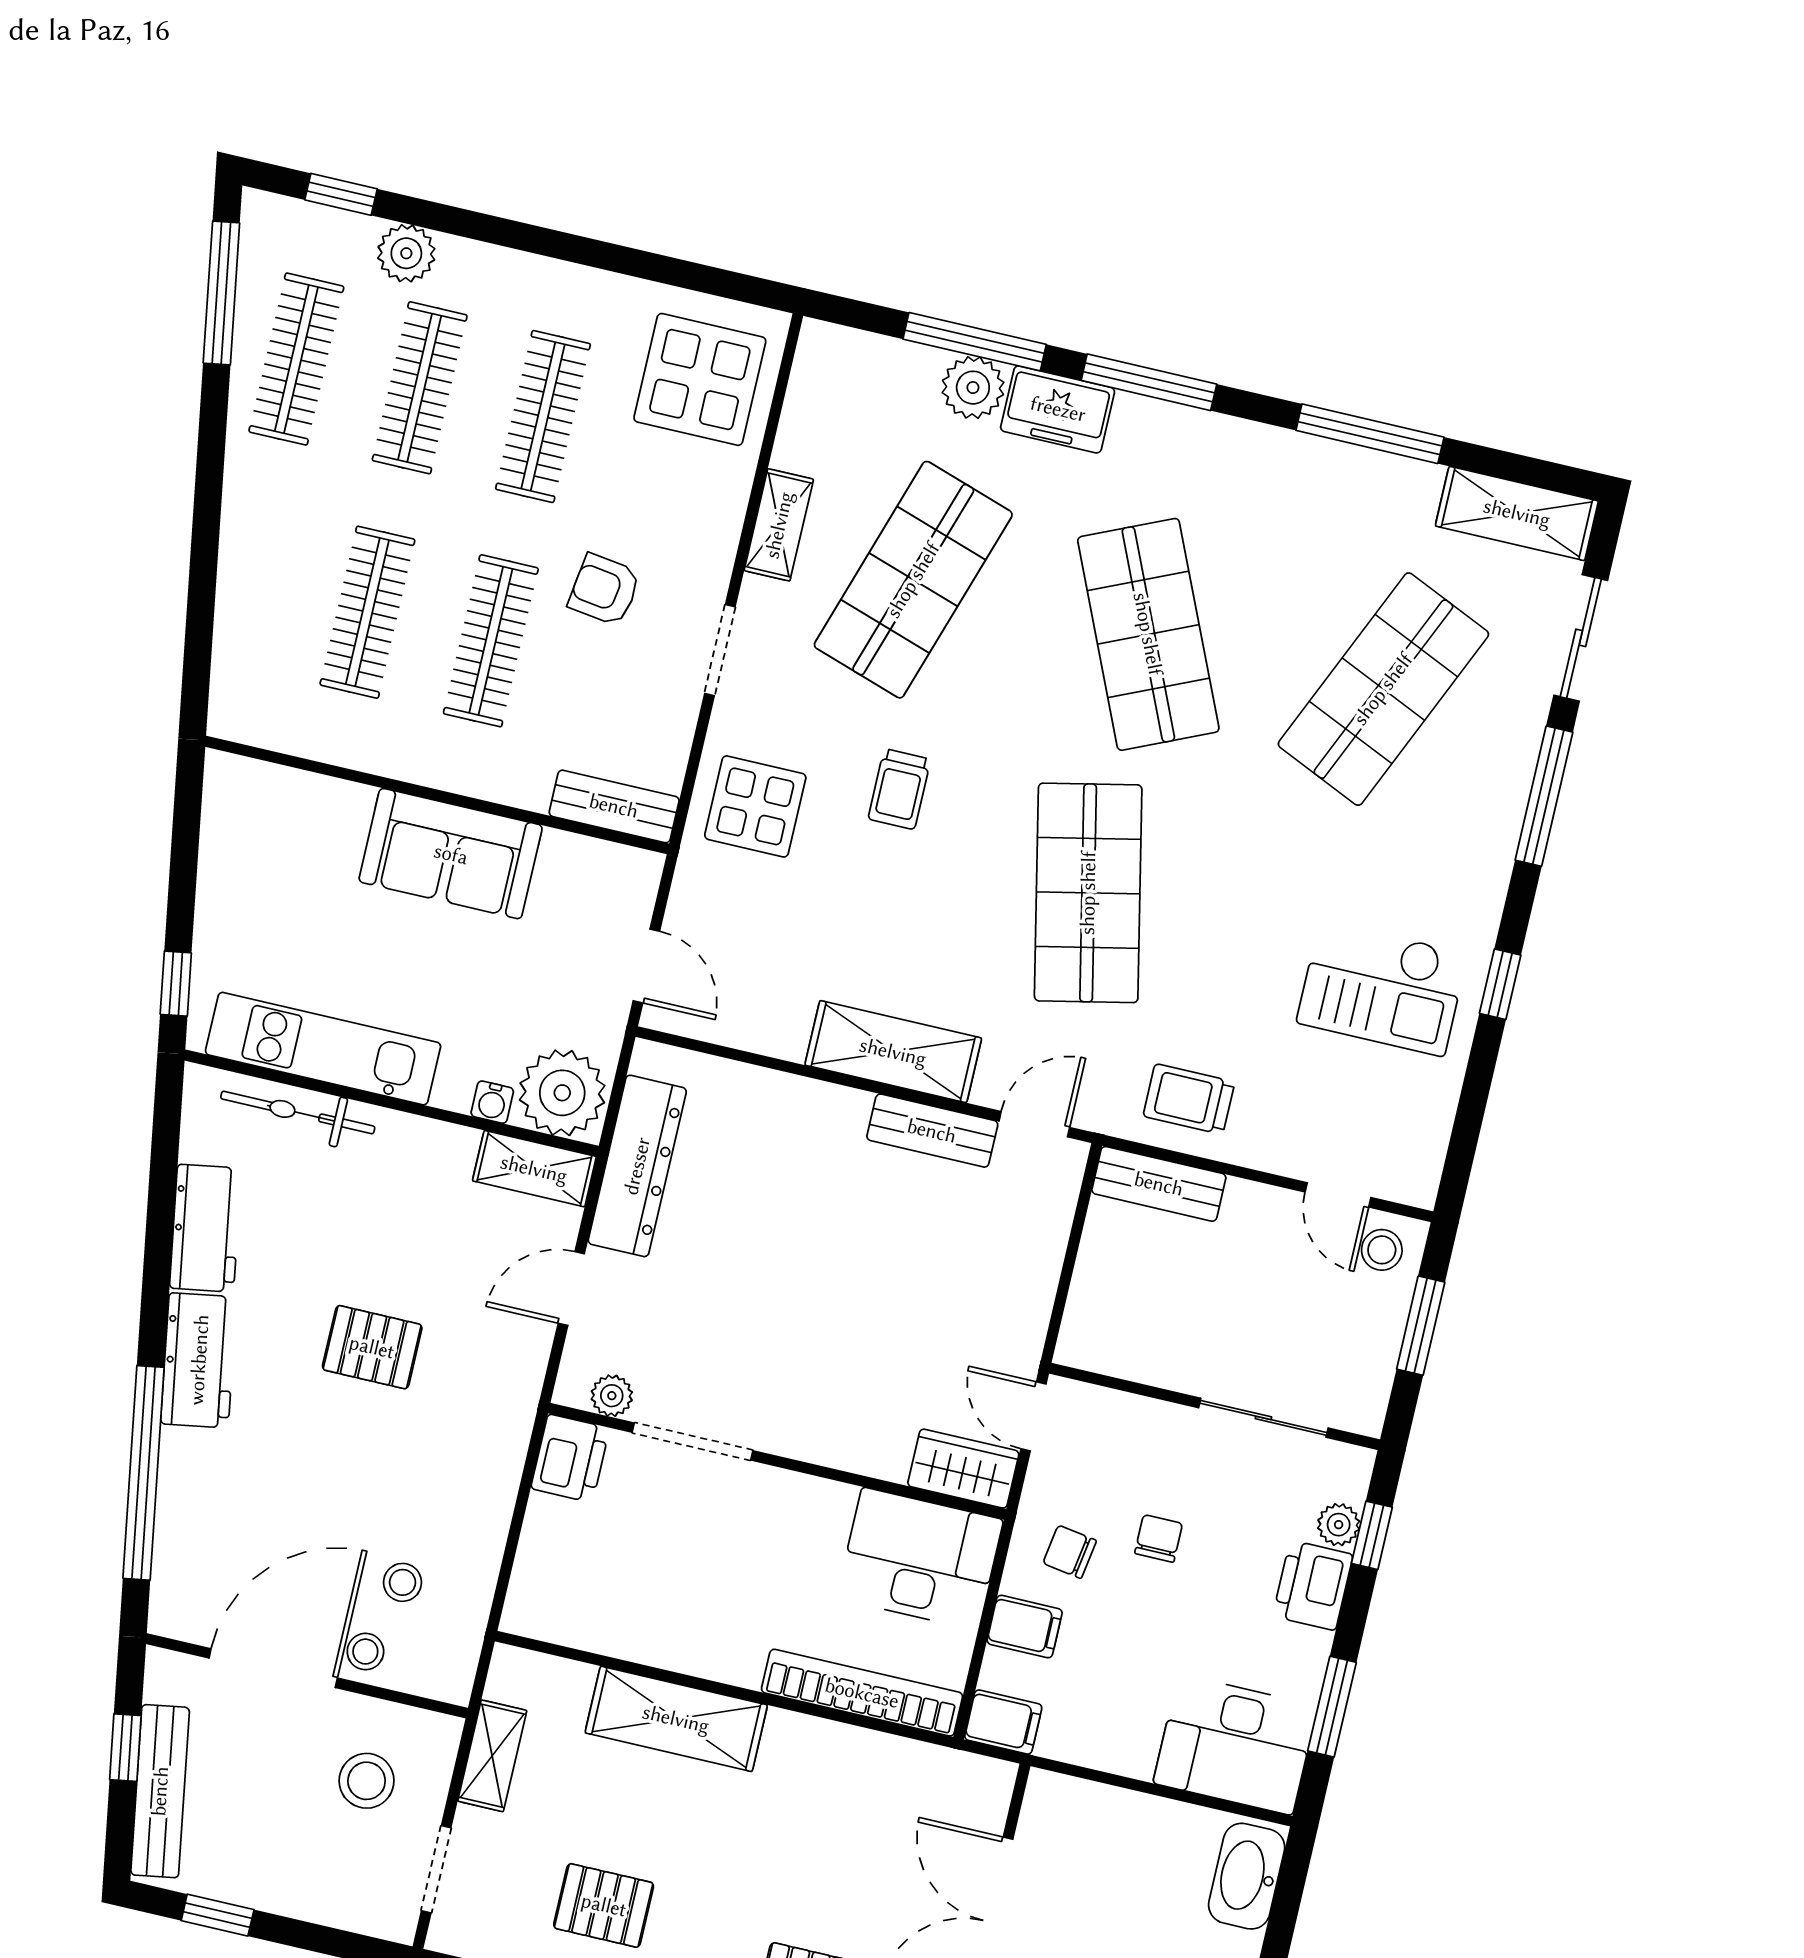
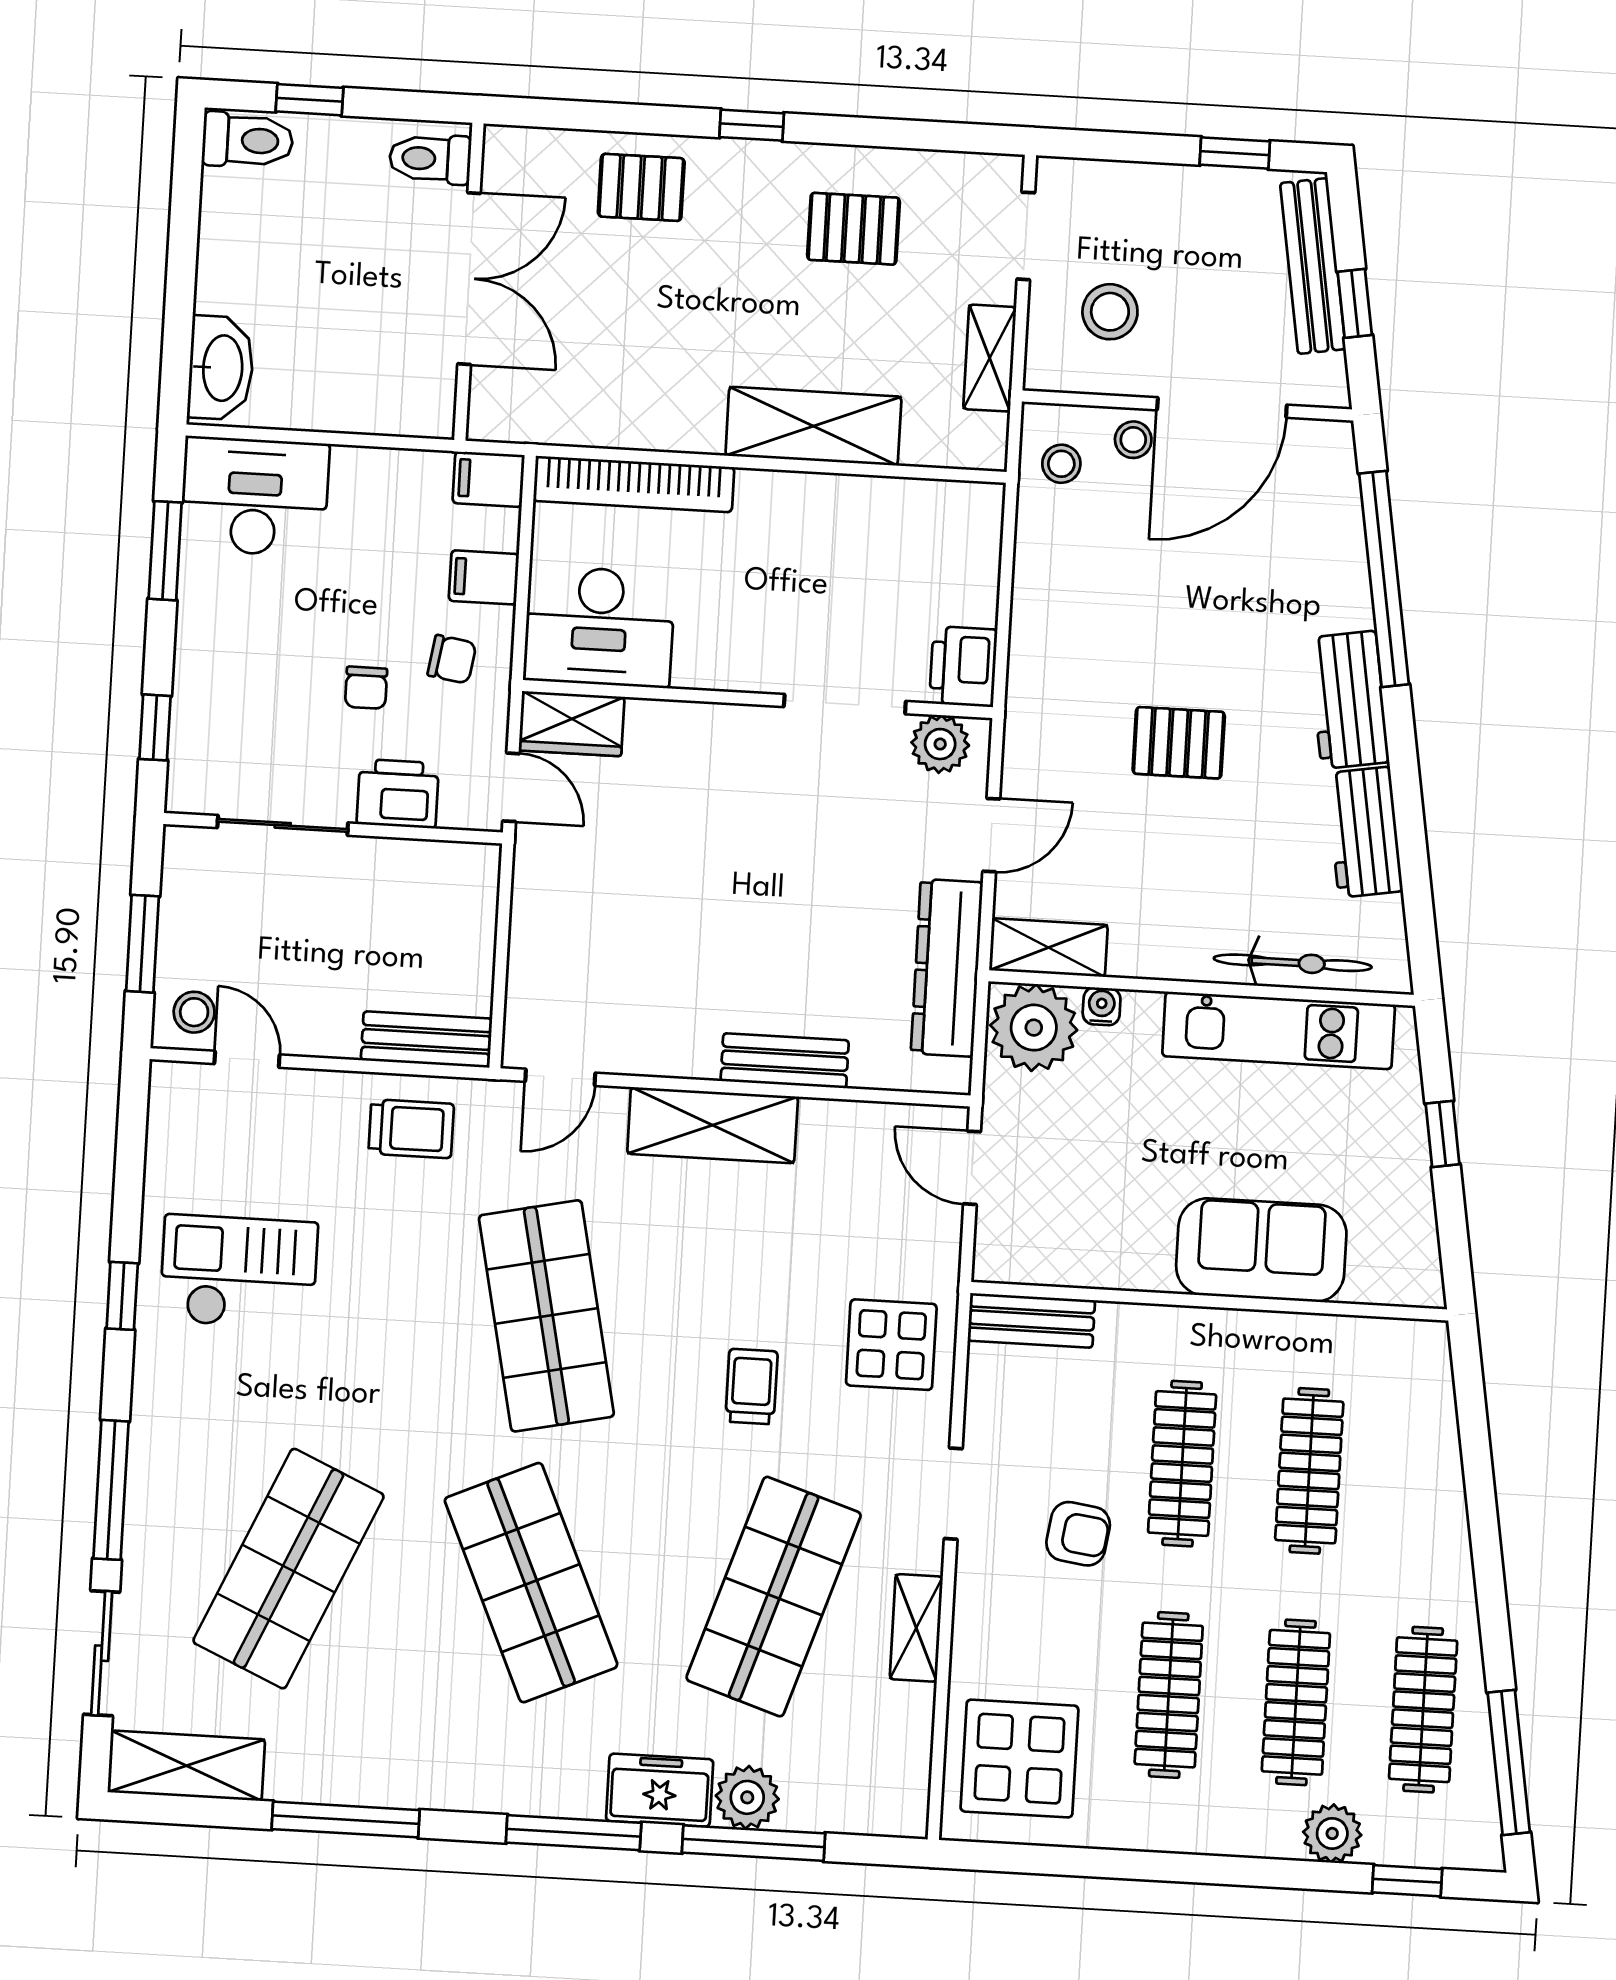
sofa: (451, 854) -> (1261, 1250), moved
window: (176, 984) -> (1442, 1134), moved
bench: (932, 1131) -> (785, 1061), moved
plant: (612, 1396) -> (940, 744), width x1.38, depth x1.38
plant: (1339, 1525) -> (190, 732), removed
stool: (403, 1582) -> (1061, 464), moved
printer: (1313, 1585) -> (398, 794), moved, turned -90

